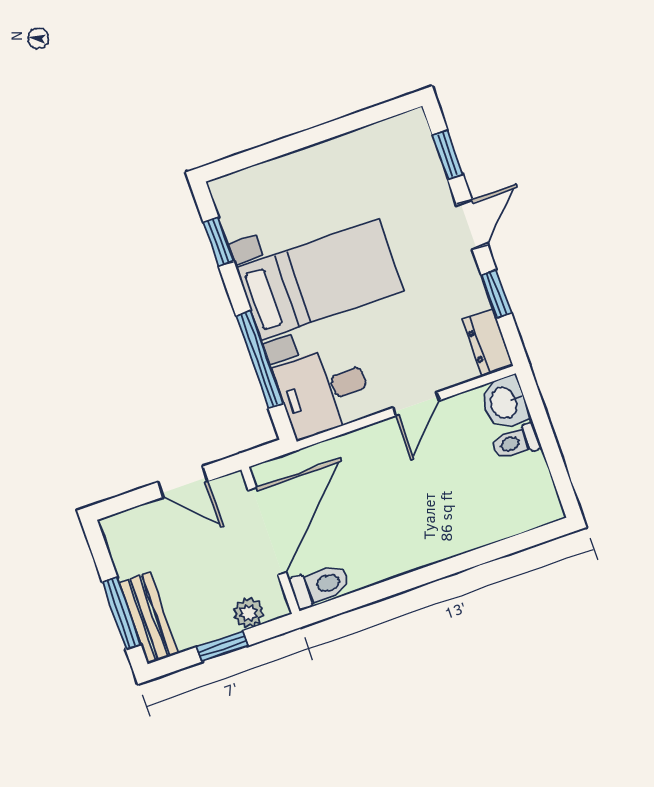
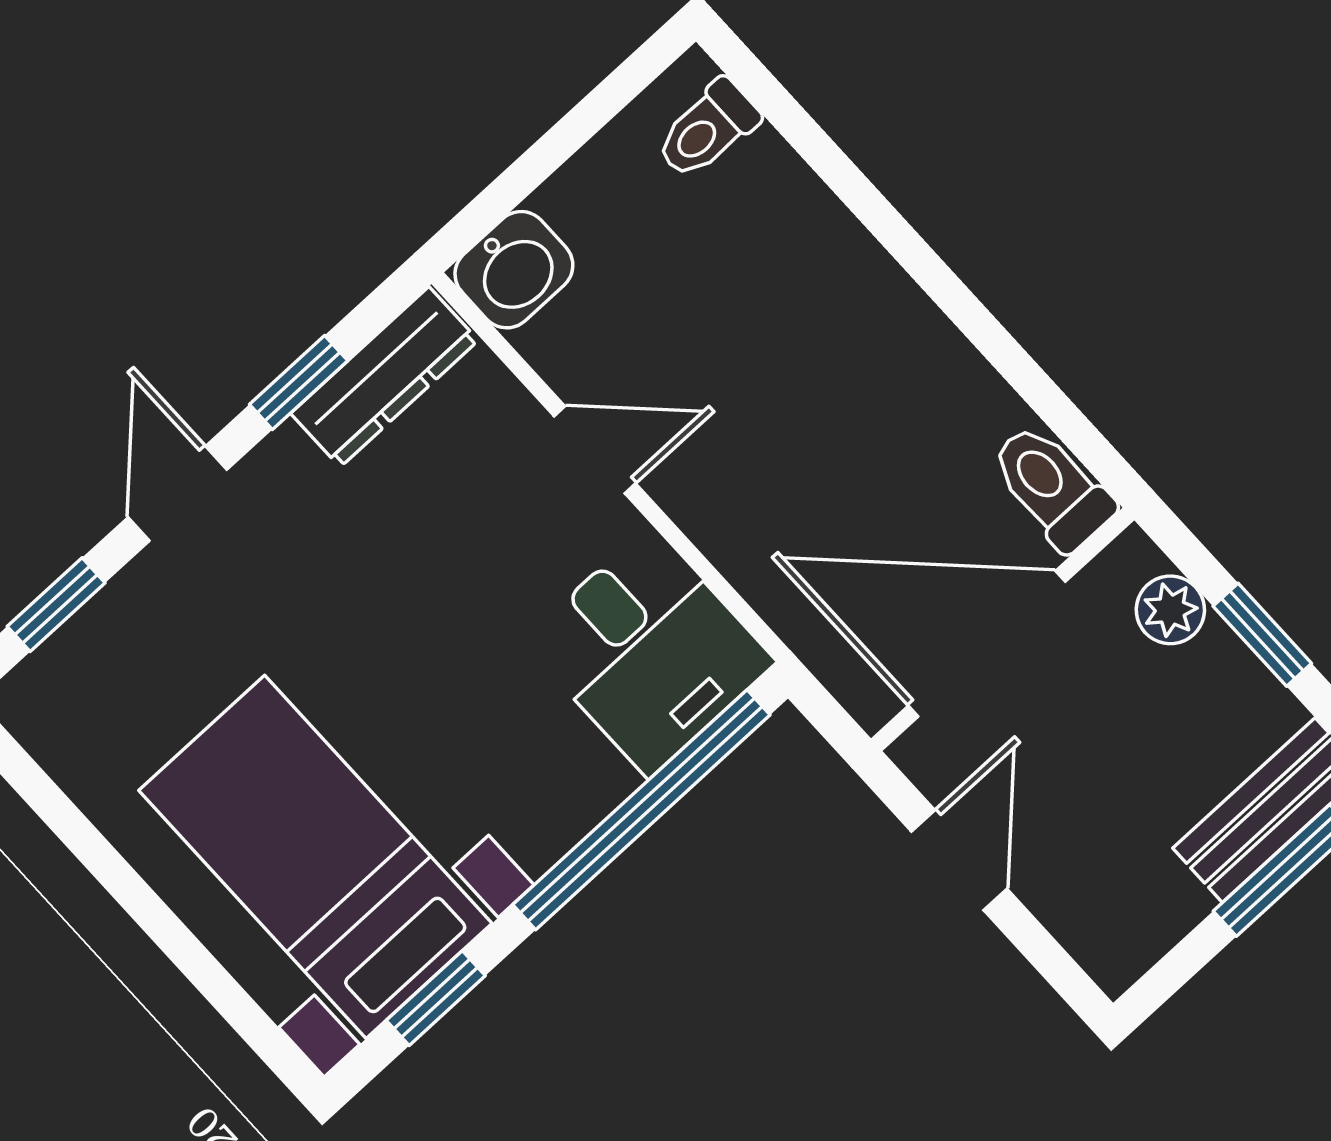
door: (472, 224) -> (178, 493), hinge flipped
bed with nightstands: (320, 280) -> (315, 857), moved
dresser: (488, 342) -> (384, 377), width x1.44
window: (260, 360) -> (641, 810), width x1.46
toilet: (516, 442) -> (707, 129), moved, turned 90

